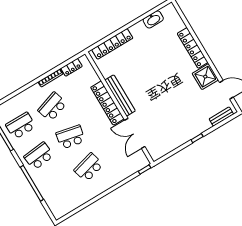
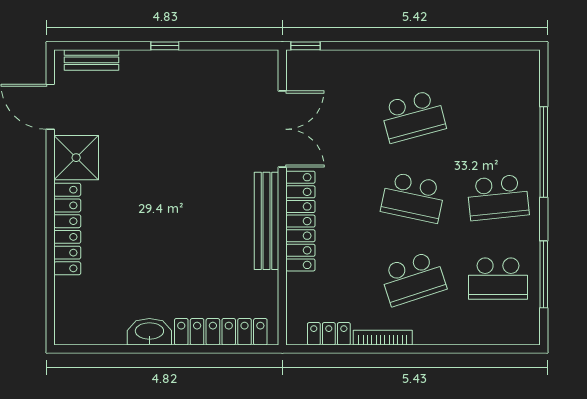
washbasin: (153, 19) -> (149, 332), moved

